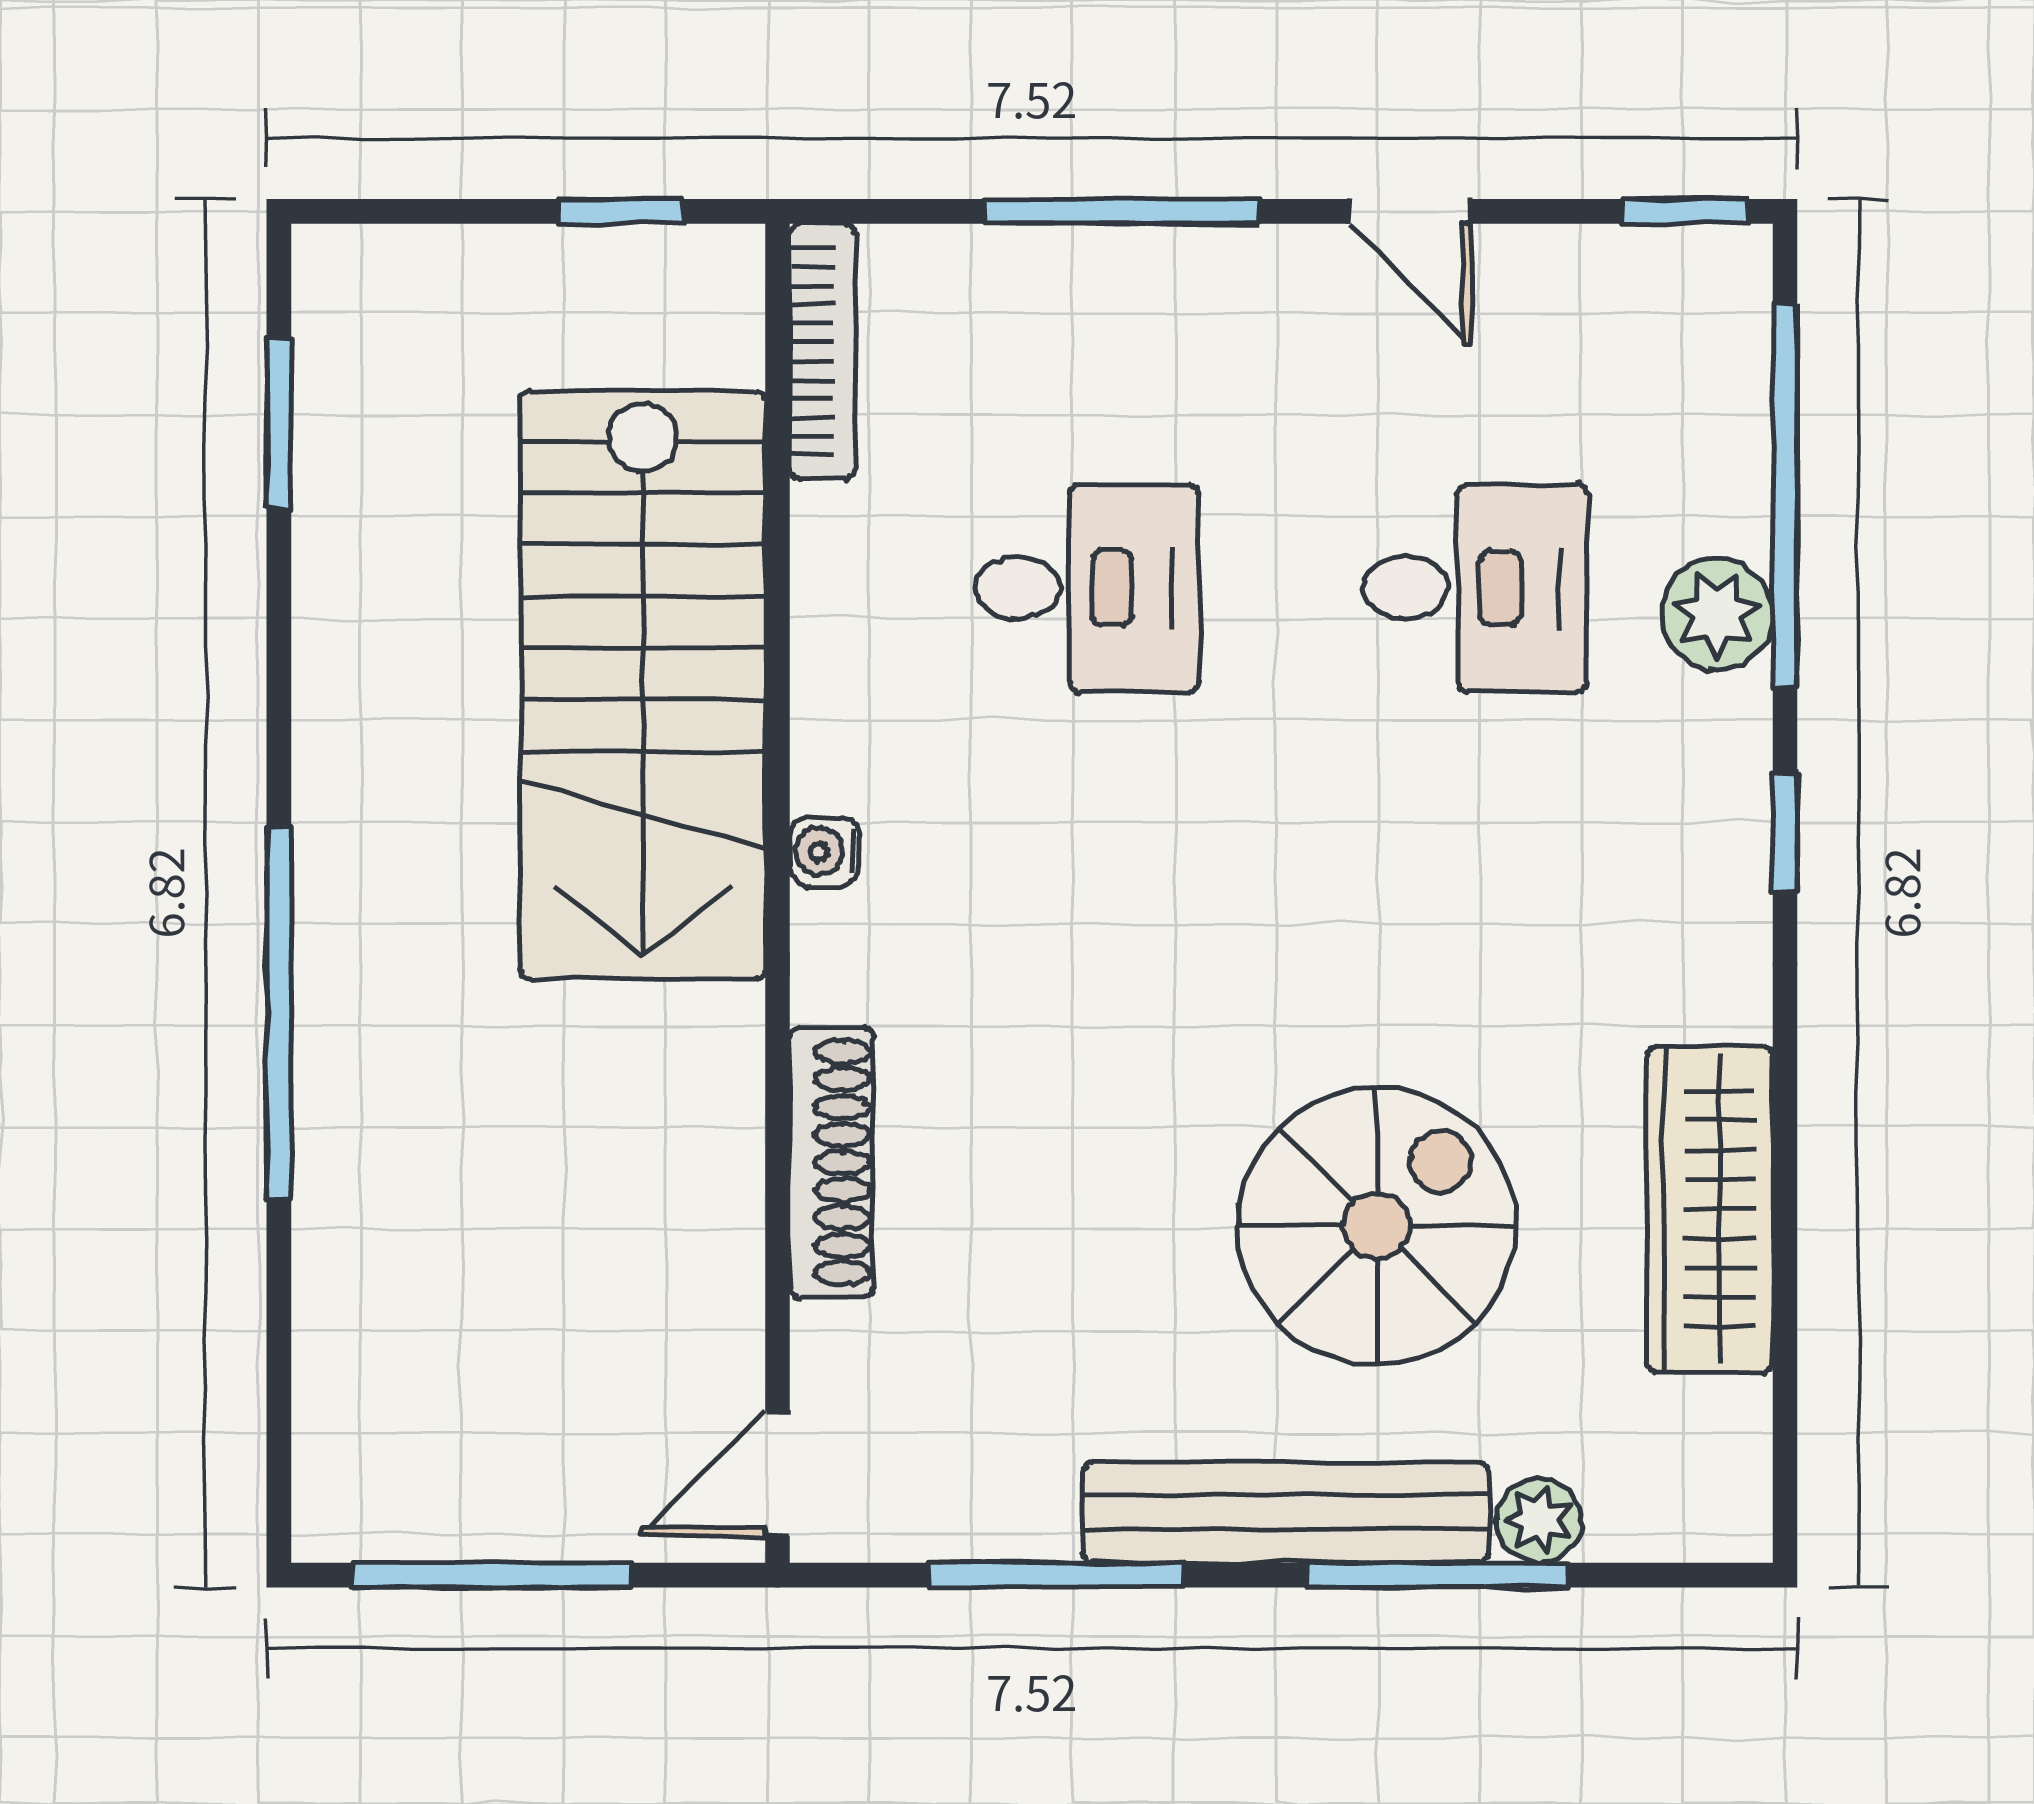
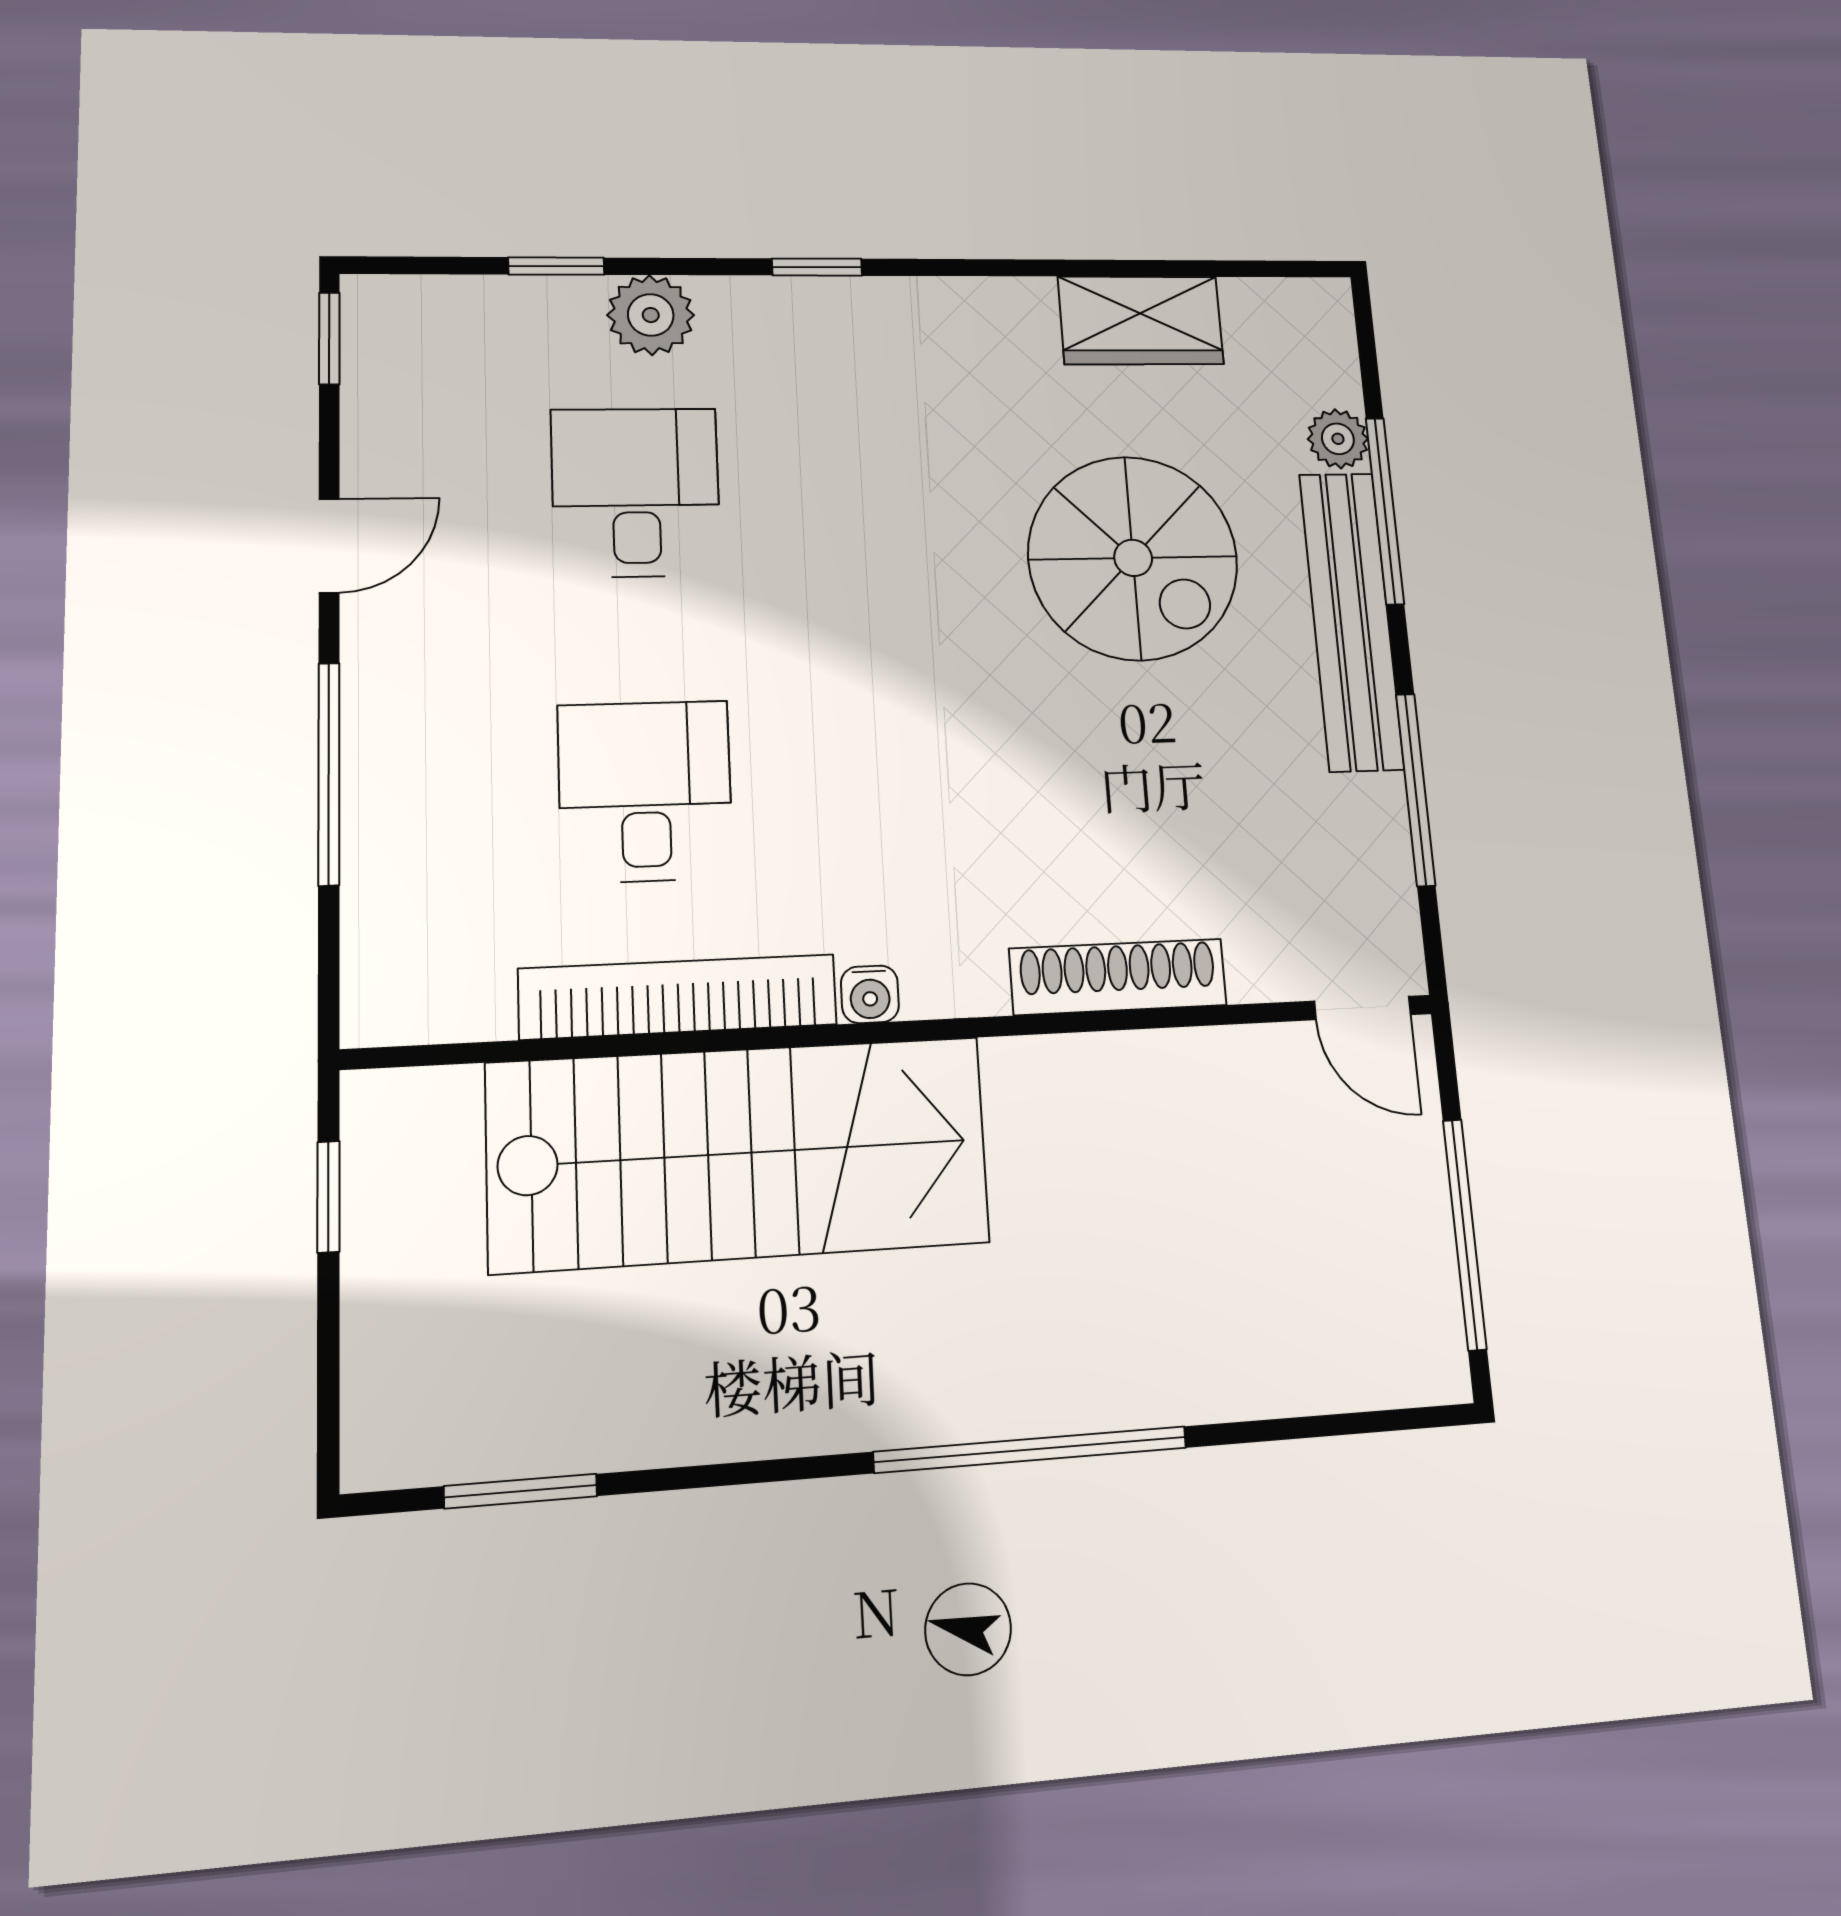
bookcase: (822, 351) -> (678, 997), moved, width x1.48, depth x1.31
window: (1785, 495) -> (556, 266), width x0.32
wardrobe: (1710, 1209) -> (1141, 320), width x0.67
spiral stairs: (1377, 1226) -> (1133, 558), turned 180

